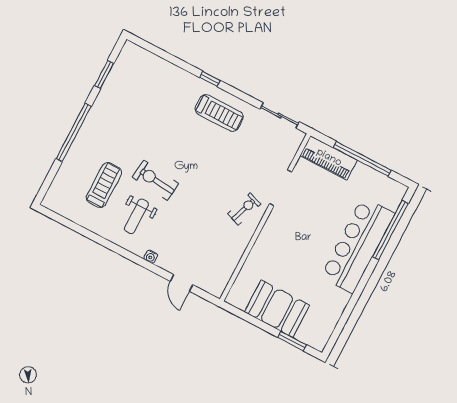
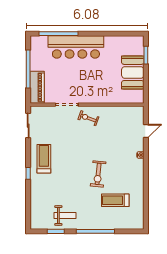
weight bench: (136, 216) -> (65, 215), moved

